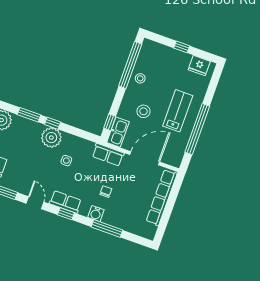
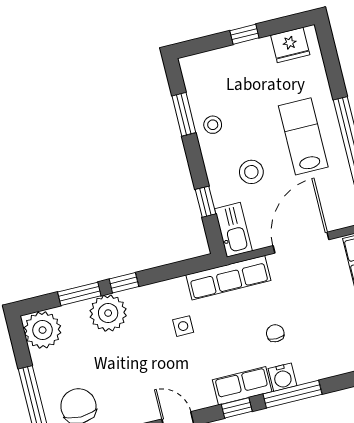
window: (130, 65) -> (184, 114), width x0.47
window: (110, 122) -> (206, 202), moved
plant: (51, 138) -> (108, 313), moved
row of seats: (108, 155) -> (228, 278), width x1.48
row of seats: (65, 202) -> (242, 386), moved
window: (107, 228) -> (292, 394), moved

